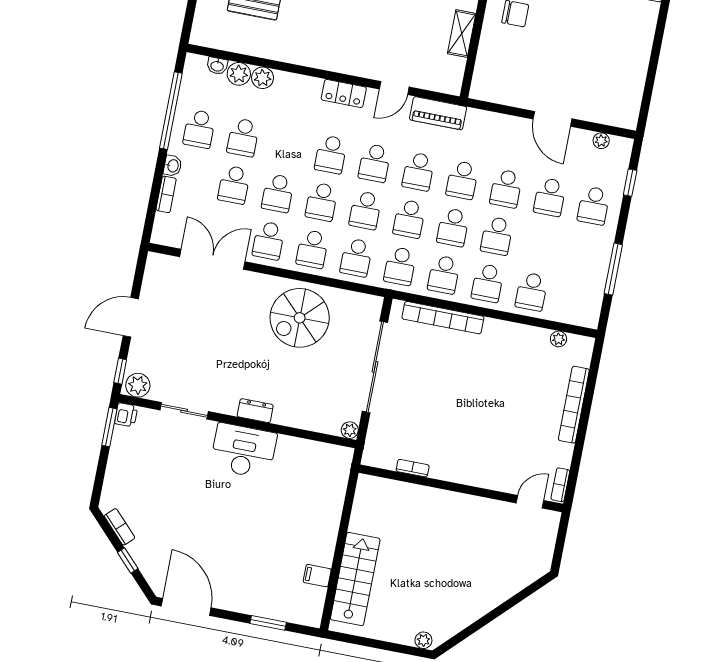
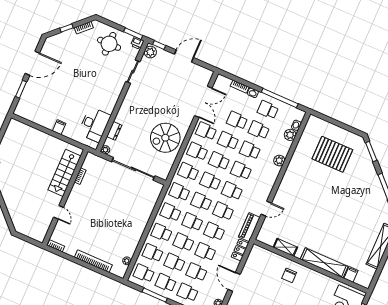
plant: (263, 78) -> (279, 161), moved
door: (394, 88) -> (266, 209), swing flipped
locker: (344, 93) -> (240, 250), moved
door: (552, 119) -> (234, 282), hinge flipped
school desk: (287, 146) -> (250, 150), added
school desk: (541, 244) -> (175, 263), added
school desk: (584, 253) -> (166, 283), added
school desk: (575, 300) -> (144, 273), added
door: (131, 317) -> (184, 56), hinge flipped
spiral stairs: (300, 318) -> (165, 138), turned -90
bookcase: (443, 318) -> (150, 207), removed
dresser: (255, 411) -> (114, 131), moved
desk: (243, 451) -> (94, 125), moved
round table: (140, 470) -> (109, 44), added
door: (530, 502) -> (59, 212), moved
filing cabinet: (317, 576) -> (59, 127), moved
stairs: (355, 579) -> (64, 173), moved, turned 90
door: (186, 607) -> (32, 63), moved

